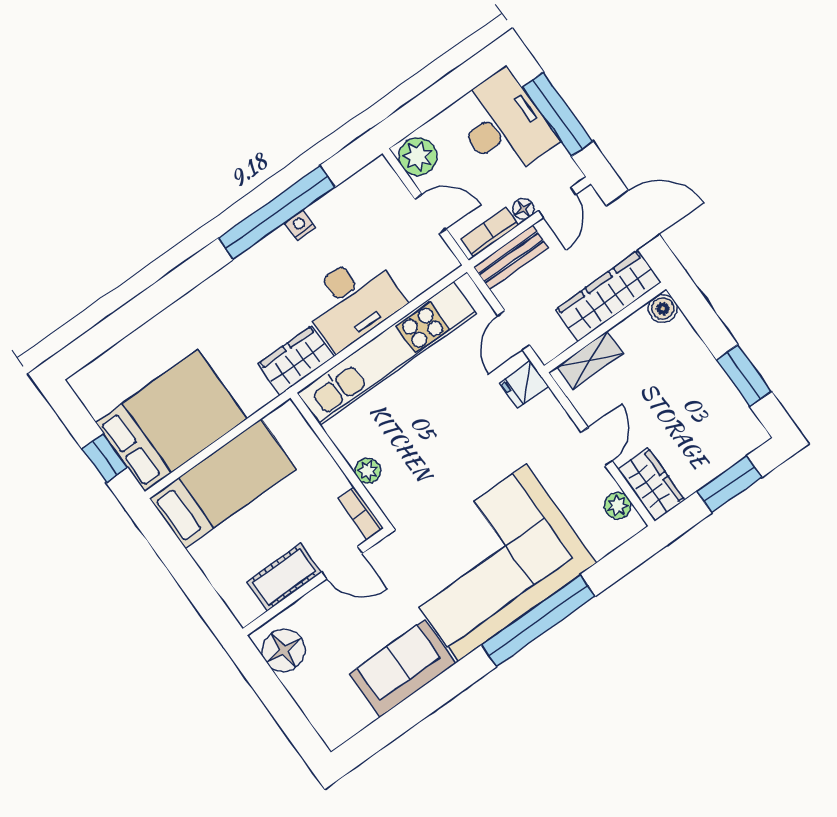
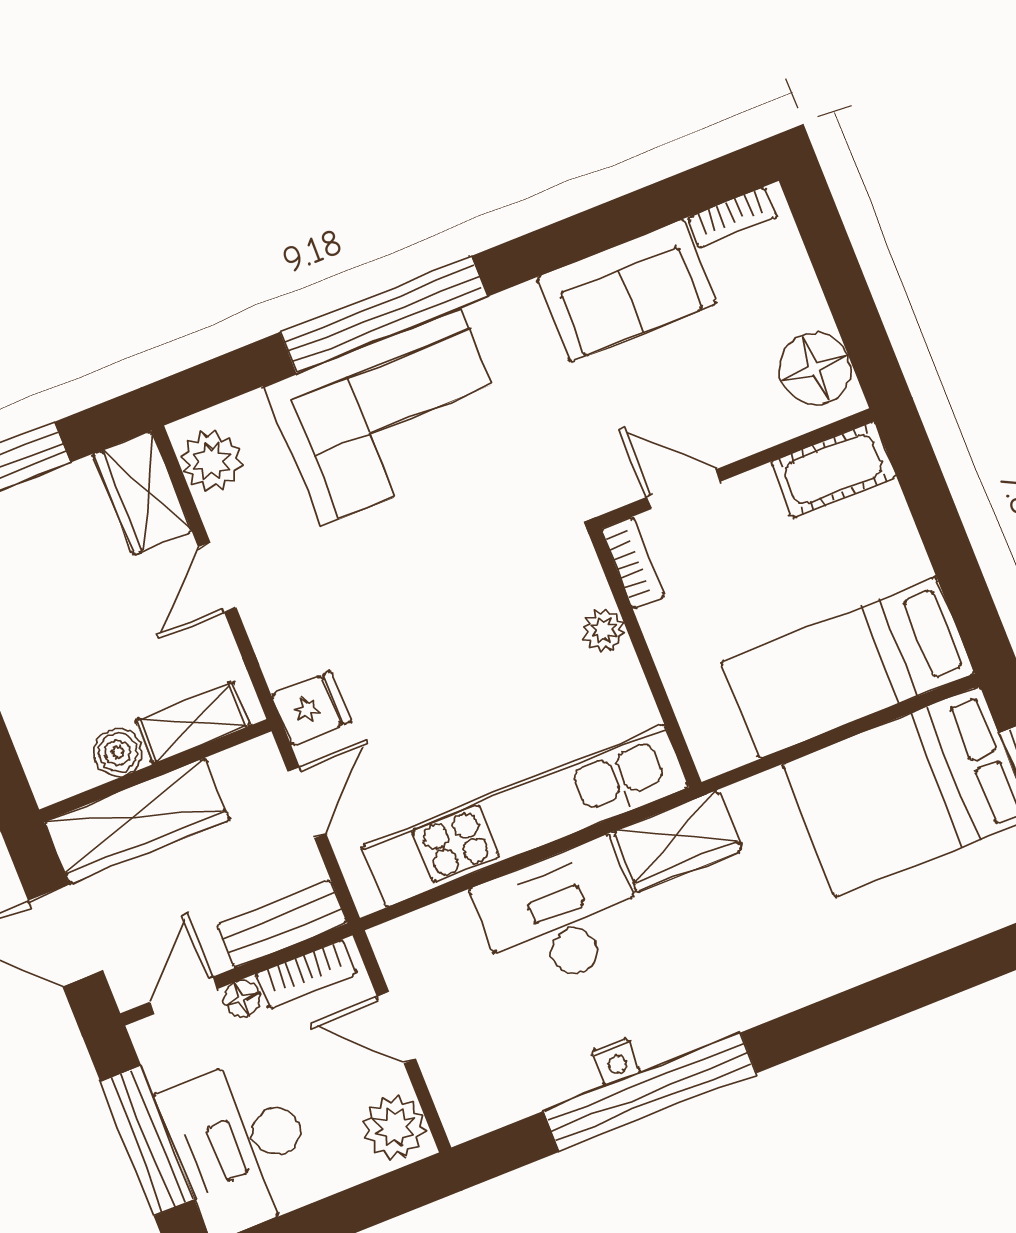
boiler: (663, 308) -> (118, 752), moved
plant: (618, 506) -> (211, 461), width x1.38, depth x1.38
corner sofa: (492, 563) -> (390, 417), width x0.73, depth x0.74
cot: (284, 577) -> (833, 470), moved
bookcase: (352, 725) -> (732, 217), added

